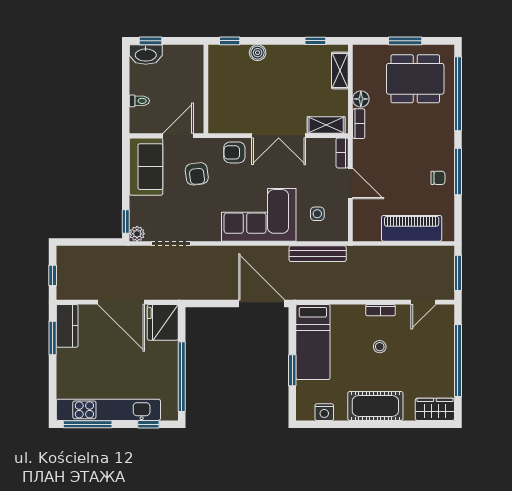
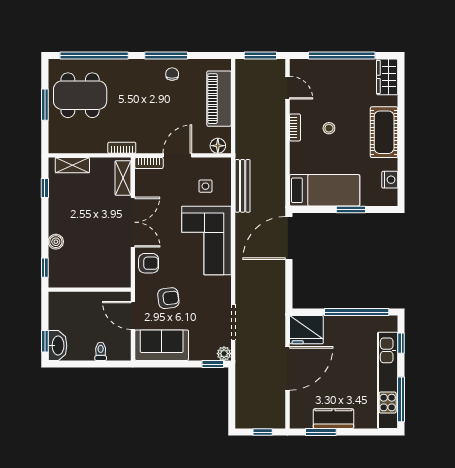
dining table: (415, 79) -> (80, 95), turned 90
floor lamp: (361, 99) -> (218, 146), moved
armchair: (234, 152) -> (149, 263), turned -90
kitchen counter: (67, 326) -> (334, 419), moved

